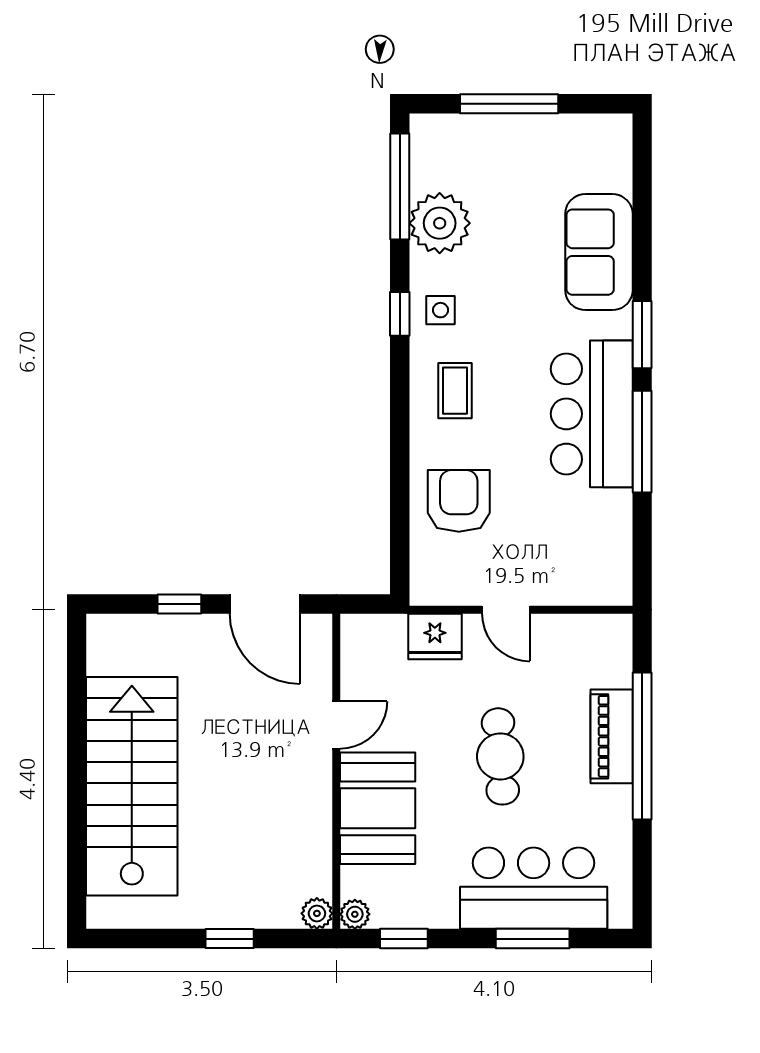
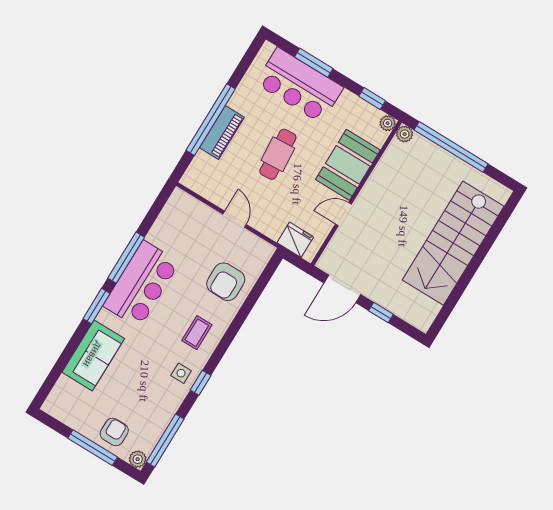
armchair: (490, 150) -> (114, 432), added
plant: (440, 223) -> (138, 459), moved, width x0.53, depth x0.53
door: (265, 604) -> (342, 289), swing flipped
fridge: (435, 636) -> (295, 240), moved
window: (230, 939) -> (451, 147), width x3.17

